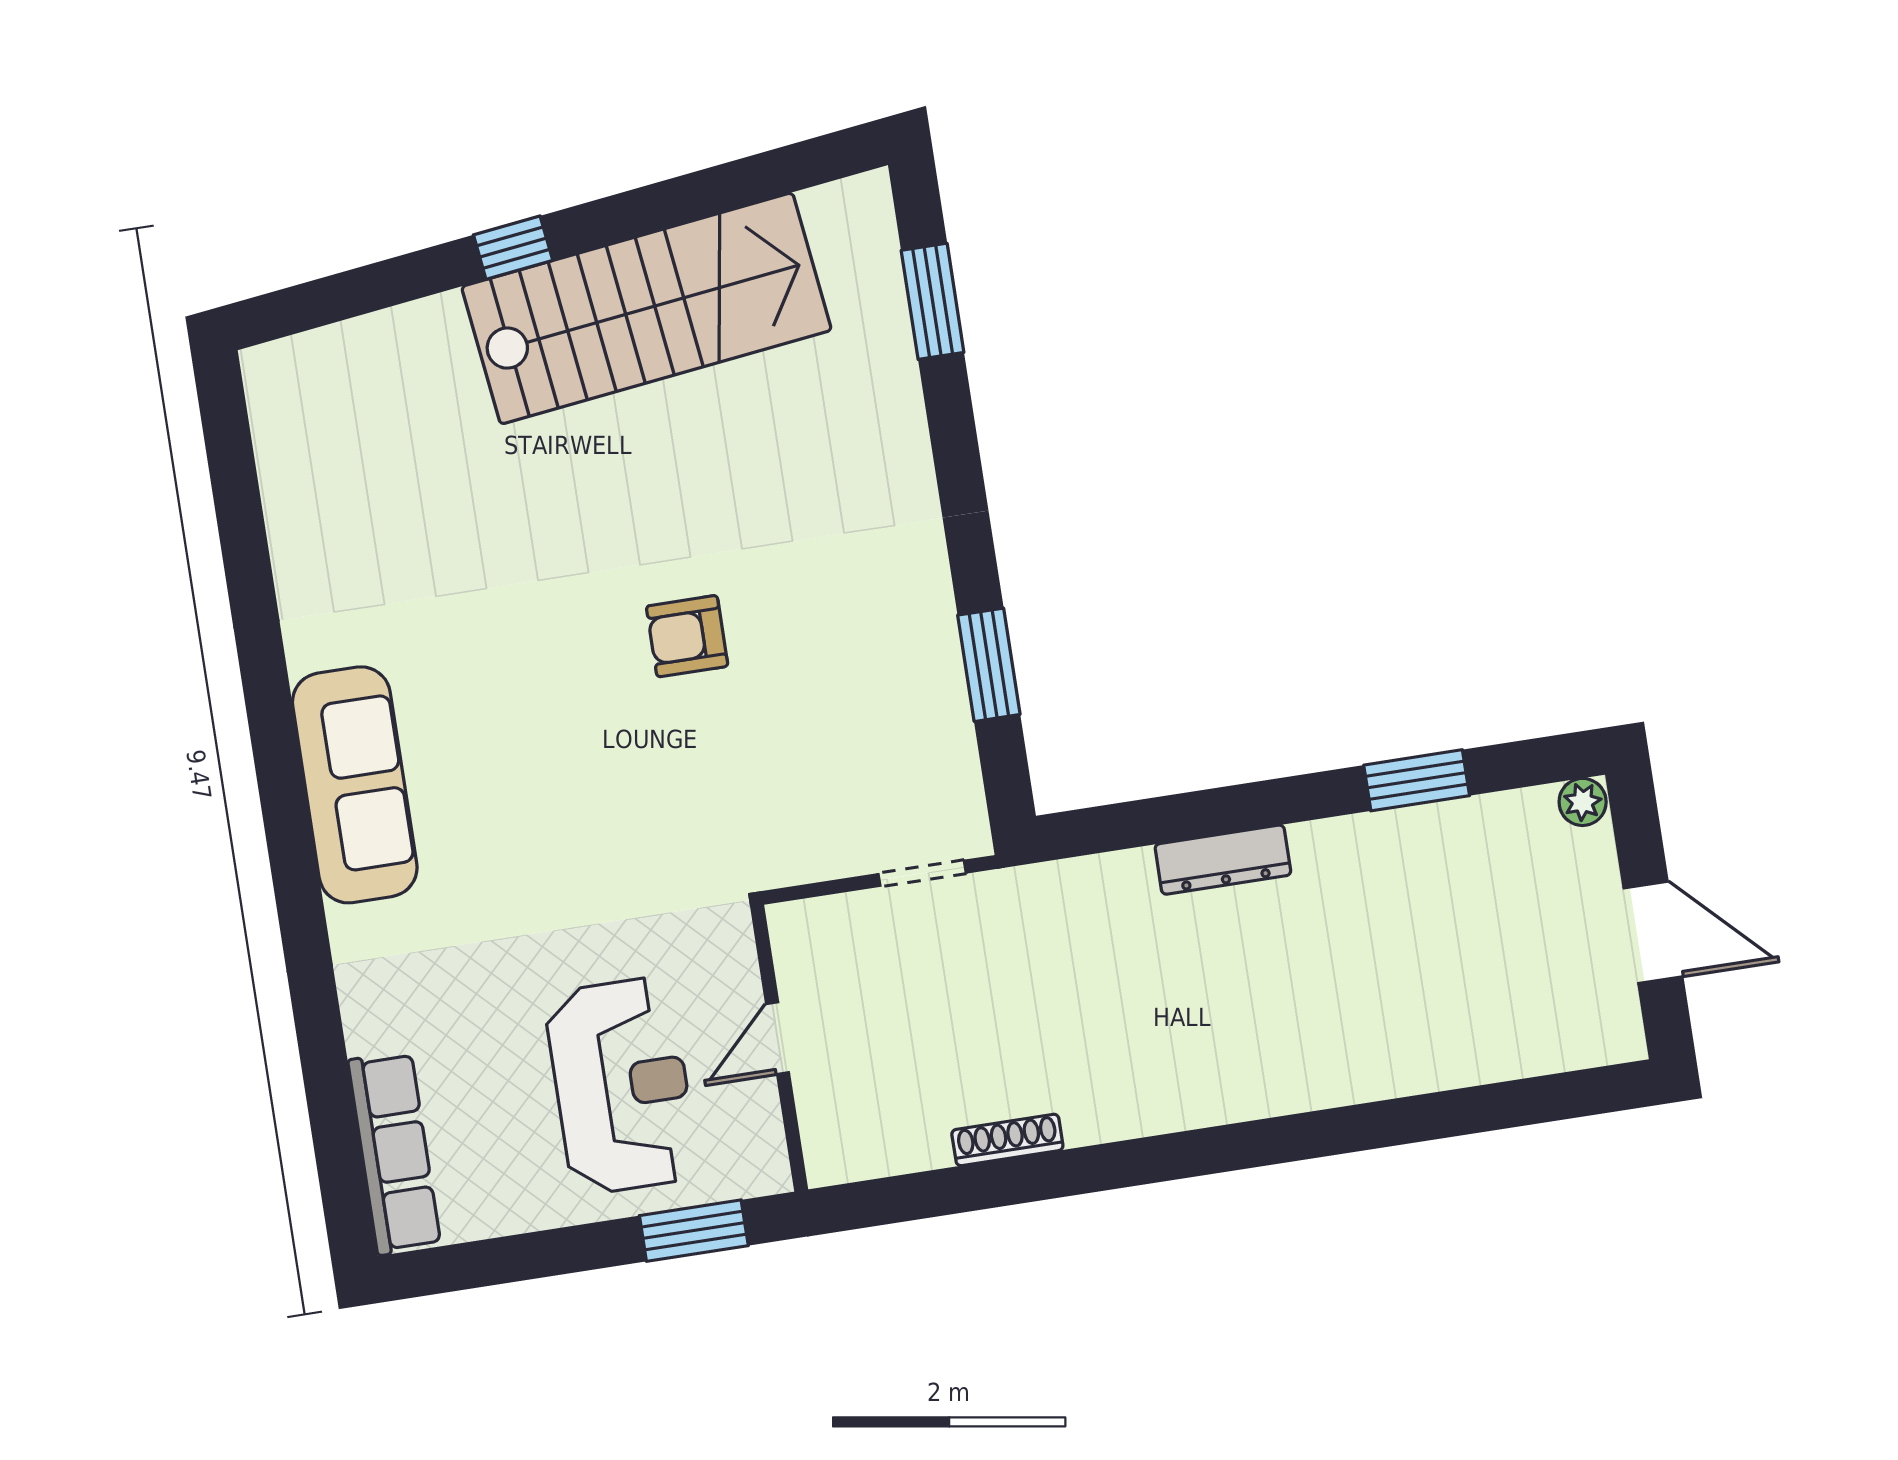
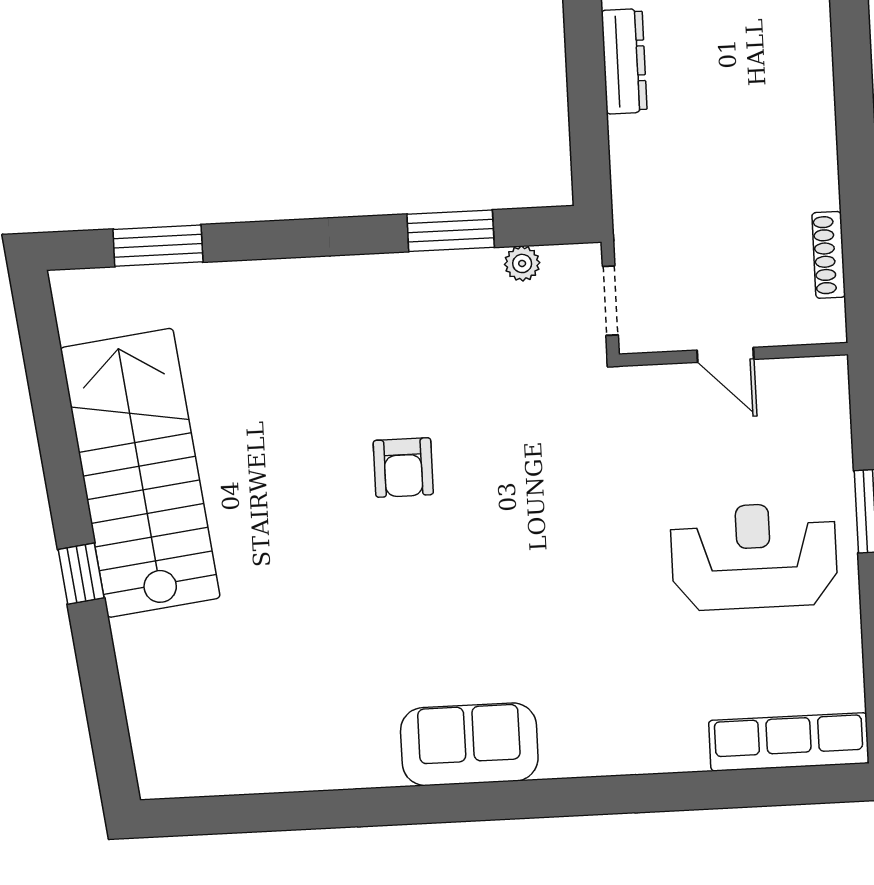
plant: (957, 758) -> (522, 263), added
sofa: (355, 785) -> (469, 744), width x0.73
door: (778, 1038) -> (725, 355), moved
wall: (779, 1048) -> (733, 354), moved

